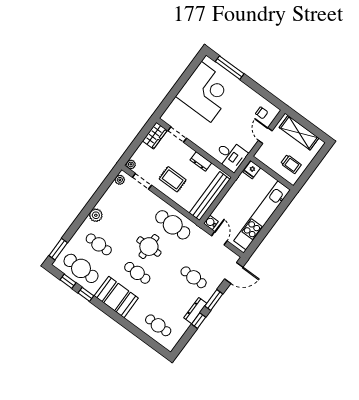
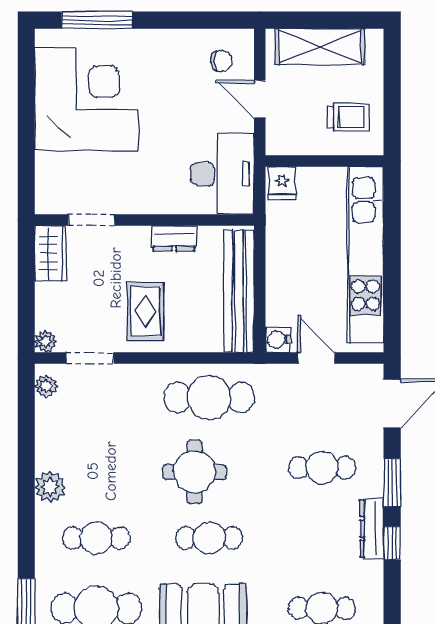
desk: (231, 155) -> (222, 174), width x1.37
rug: (173, 179) -> (145, 311), turned 90

